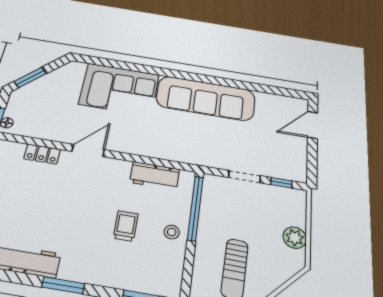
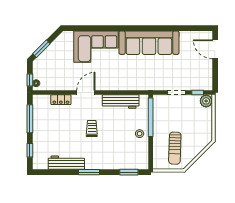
door: (313, 125) -> (215, 49), hinge flipped
workbench: (155, 176) -> (121, 102), width x1.38
trolley: (126, 226) -> (92, 128), moved
plant: (295, 238) -> (206, 101), moved

